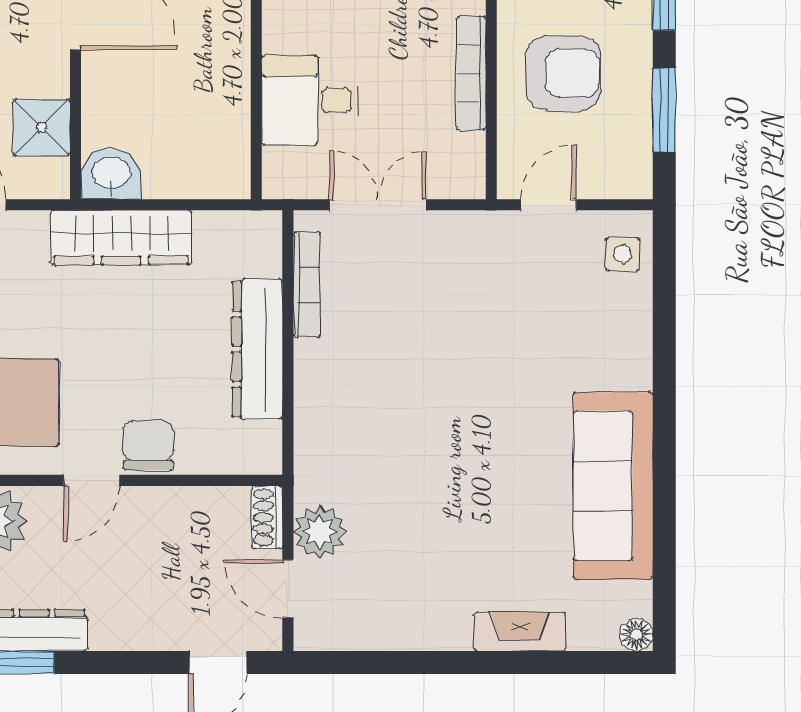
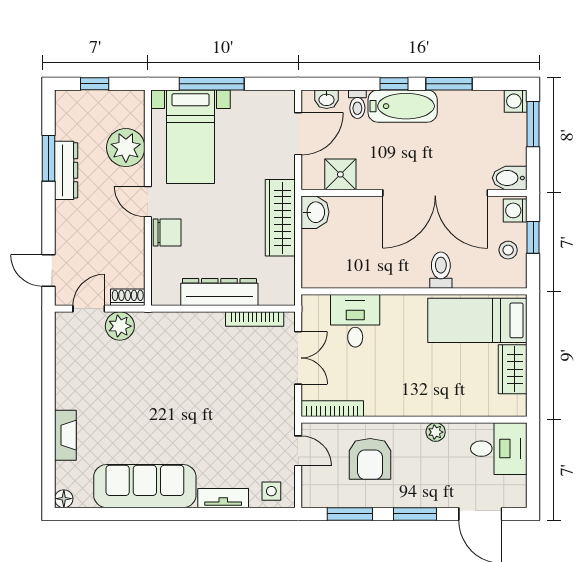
bookcase: (471, 73) -> (332, 409), moved
tv unit: (635, 342) -> (223, 498), added

